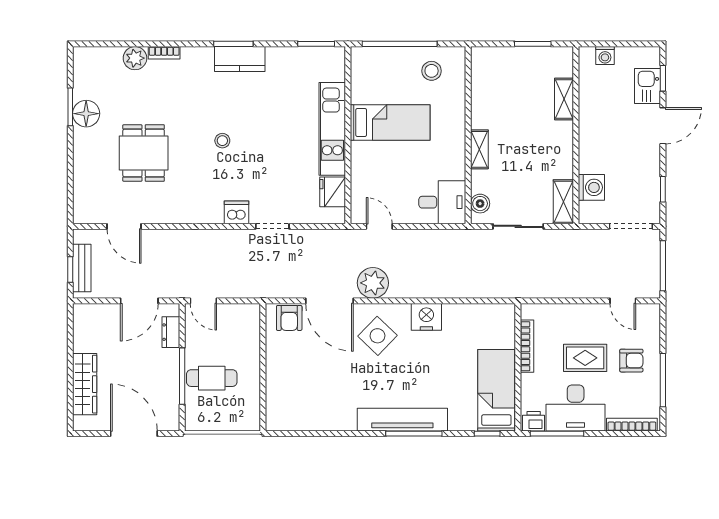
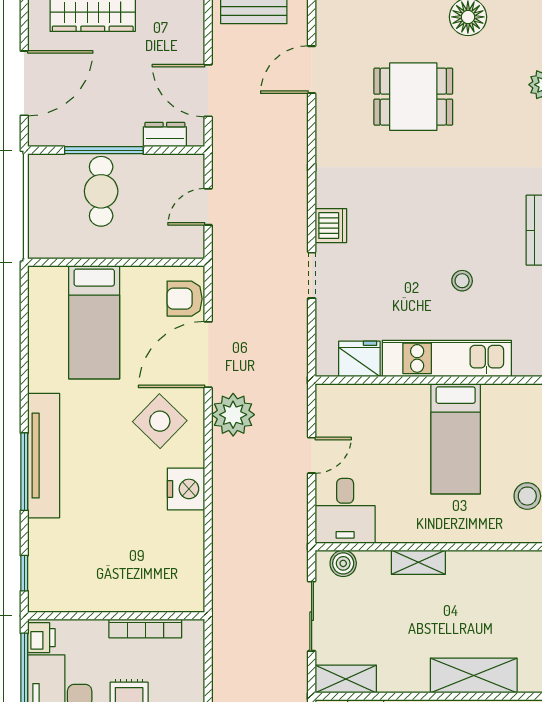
shelving: (564, 99) -> (474, 675), width x1.50, depth x1.33
stool: (222, 141) -> (462, 281), moved
door: (379, 226) -> (312, 455), moved
door: (203, 301) -> (208, 207), moved
bed: (496, 390) -> (94, 322), moved, turned 90

